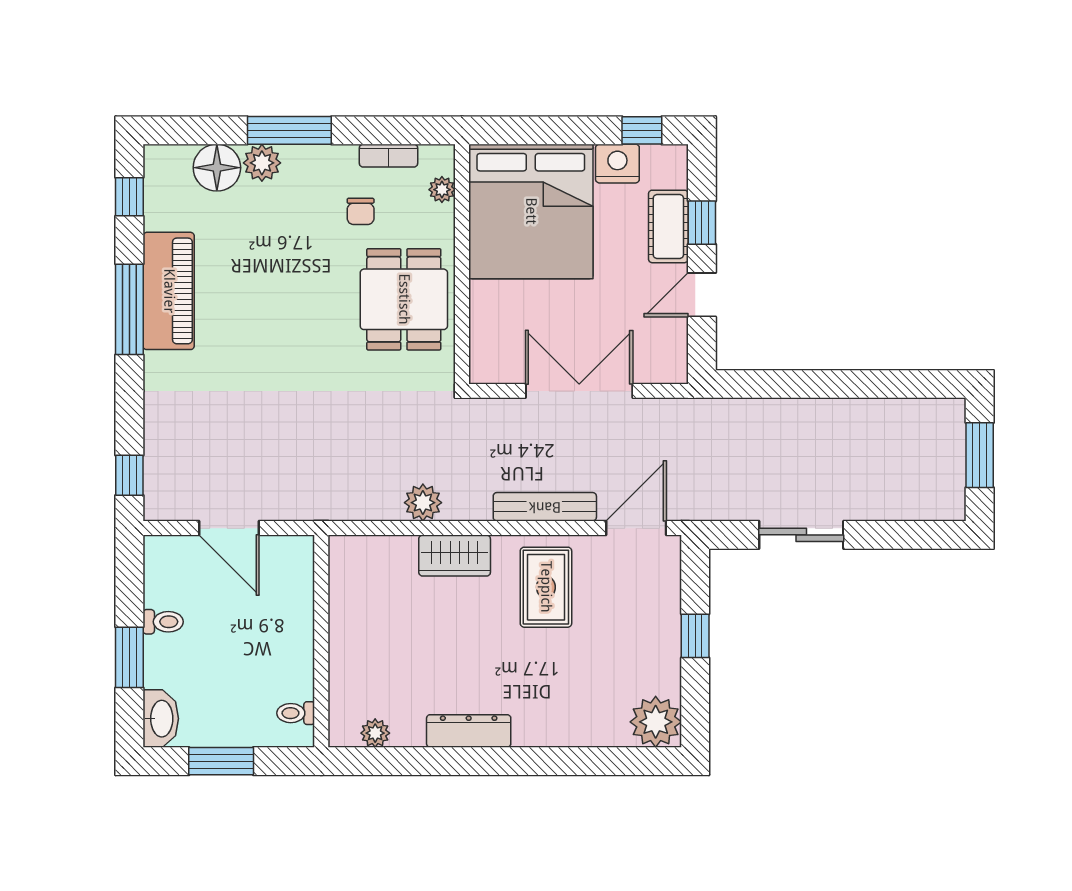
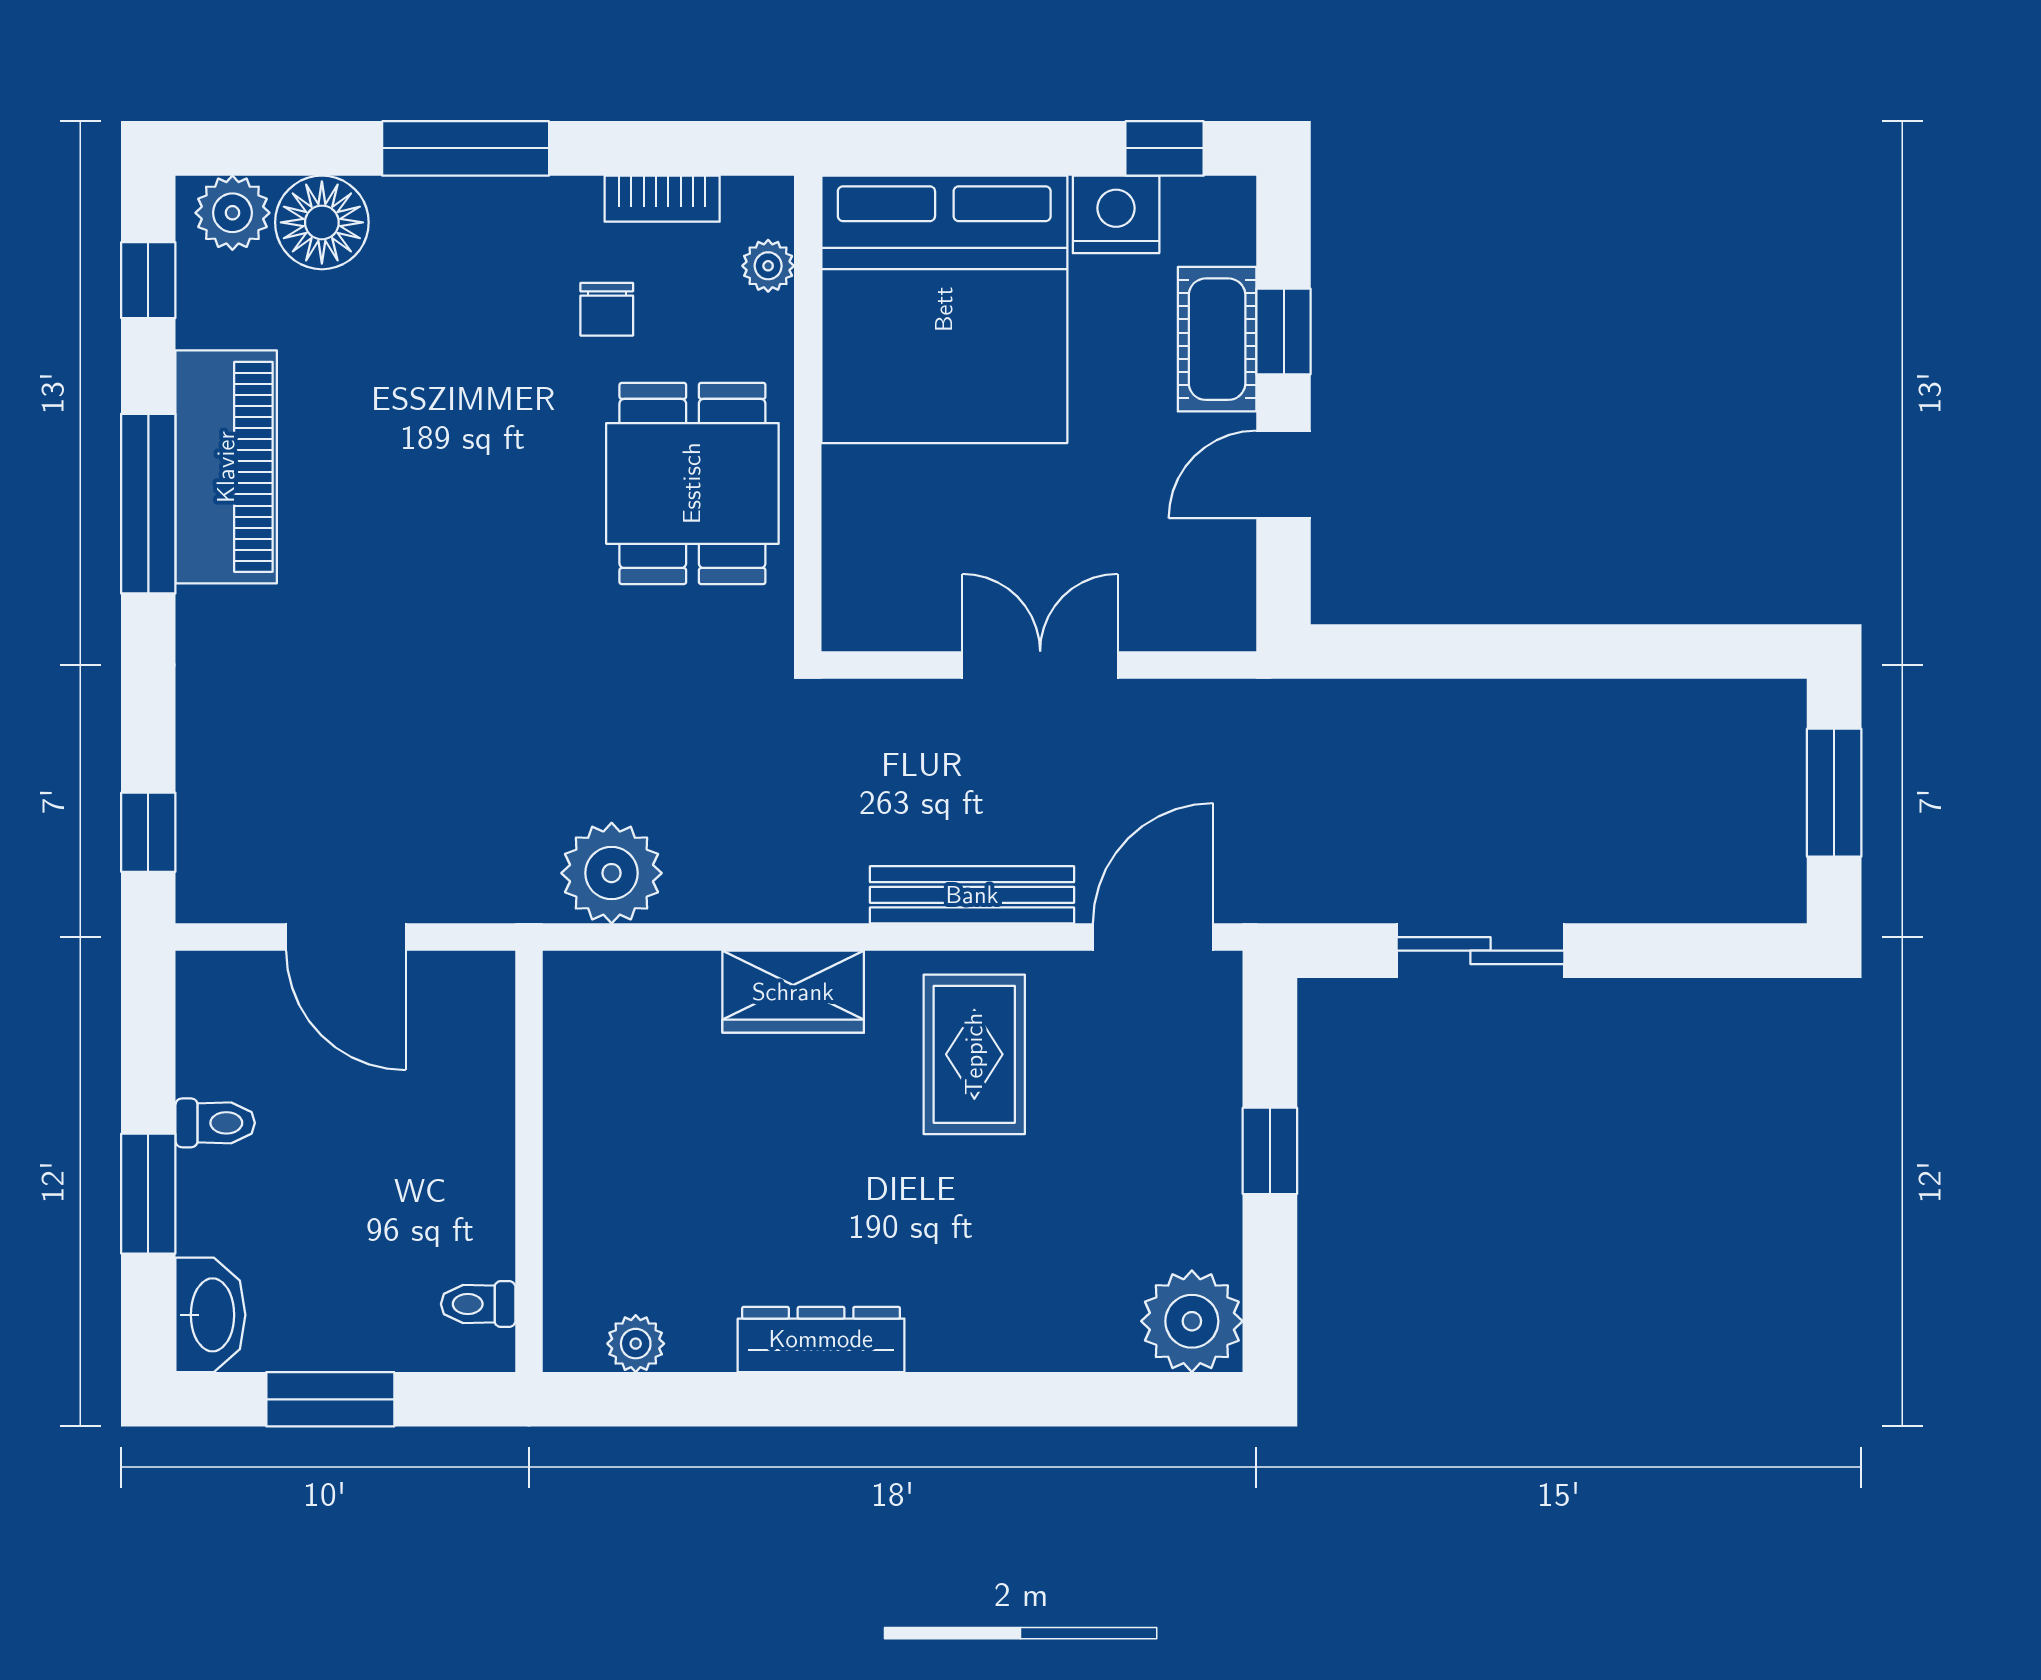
plant: (262, 163) -> (232, 213), moved
double door: (579, 391) -> (1040, 665), width x0.73
plant: (423, 503) -> (612, 873), moved, width x1.36, depth x1.36

